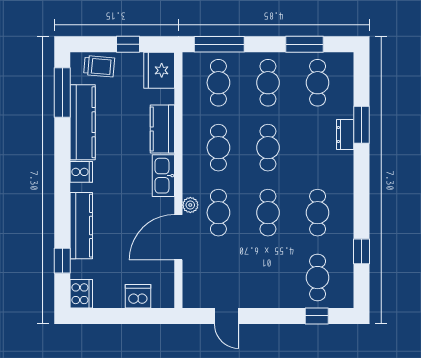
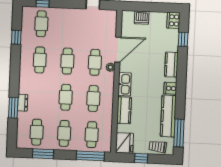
kitchen counter: (81, 226) -> (171, 65), width x0.67

